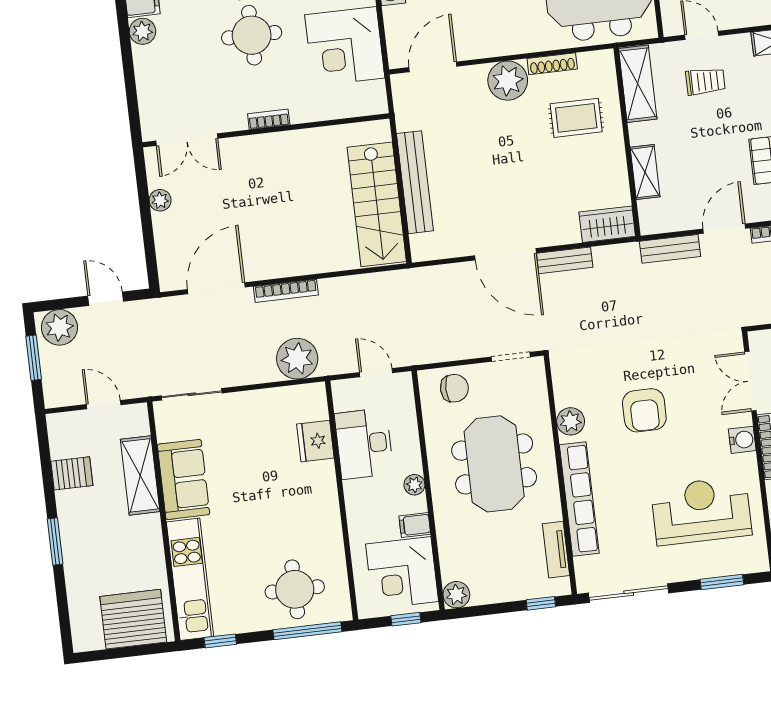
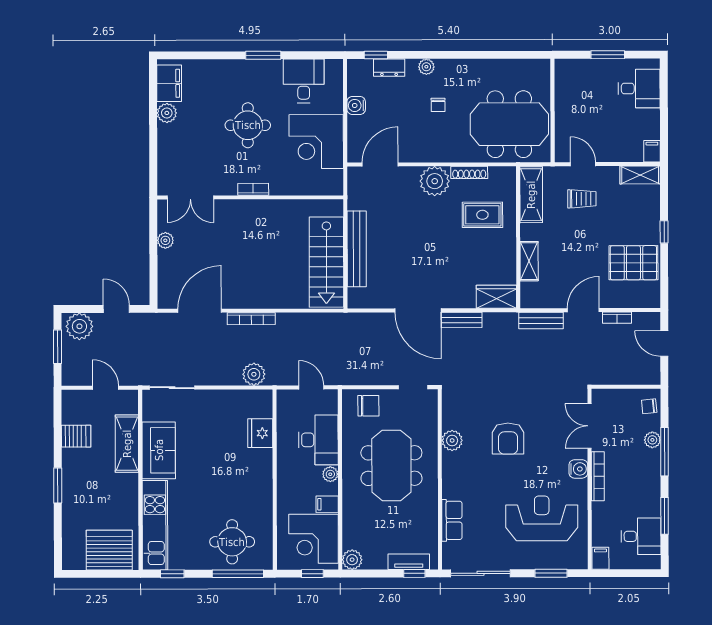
plant: (297, 359) -> (254, 374), width x0.73, depth x0.73
desk: (364, 444) -> (318, 440), moved, turned 180
row of seats: (579, 499) -> (452, 520), width x0.50
tv unit: (556, 550) -> (409, 562), moved, turned 90

